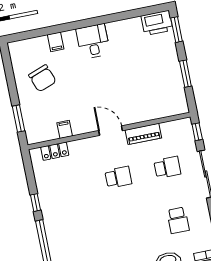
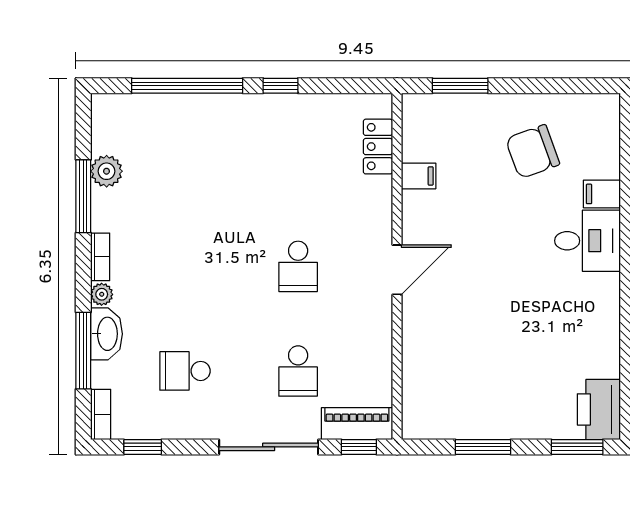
desk: (93, 41) -> (588, 241), moved
piano: (143, 134) -> (357, 424), moved, turned 90

